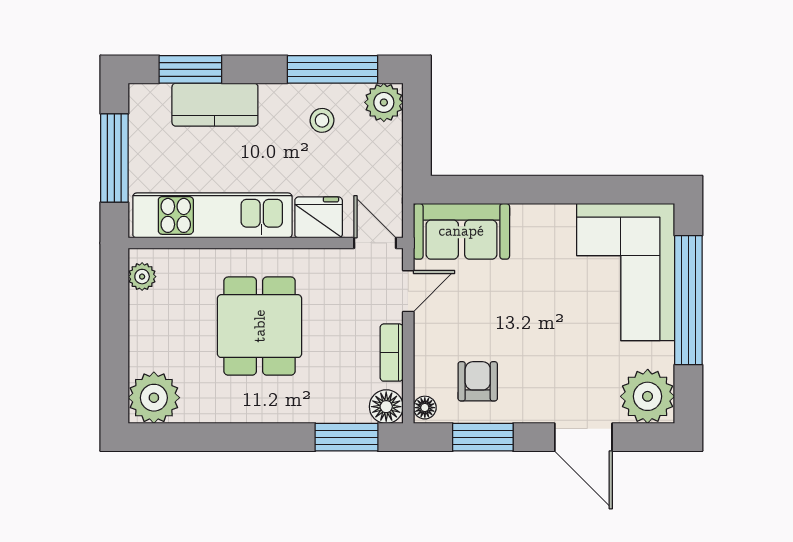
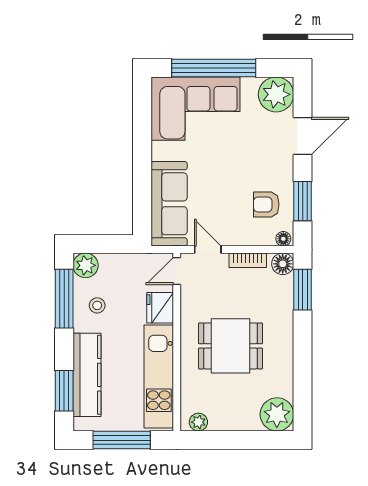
kitchen counter: (215, 105) -> (87, 375), width x1.50
sofa: (461, 231) -> (169, 204), width x1.36

